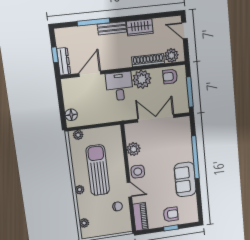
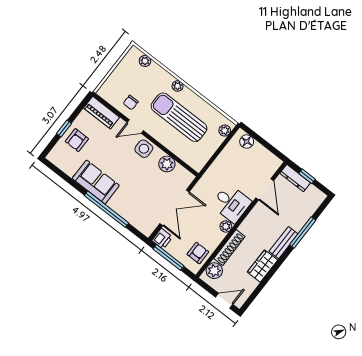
plant: (142, 79) -> (226, 226), width x0.53, depth x0.53
printer: (182, 107) -> (162, 239), added
sun lounger: (98, 170) -> (179, 117), turned 180

